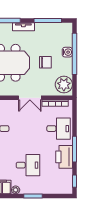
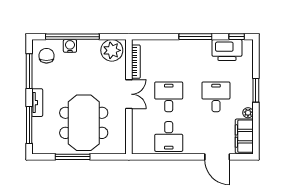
chair: (45, 62) -> (46, 56), moved
desk: (59, 129) -> (169, 97), moved
printer: (64, 157) -> (227, 50), moved

